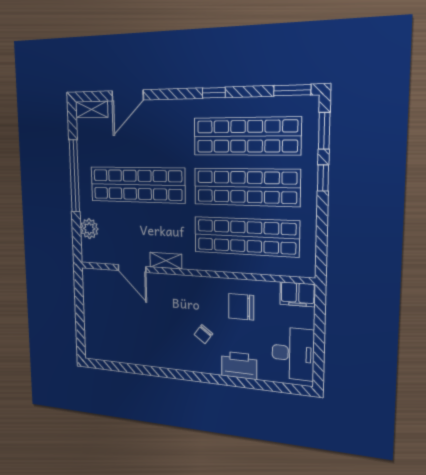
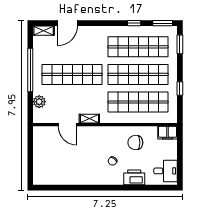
window: (214, 93) -> (134, 23), moved
window: (323, 178) -> (180, 88), moved
desk: (293, 354) -> (165, 171), width x0.73

